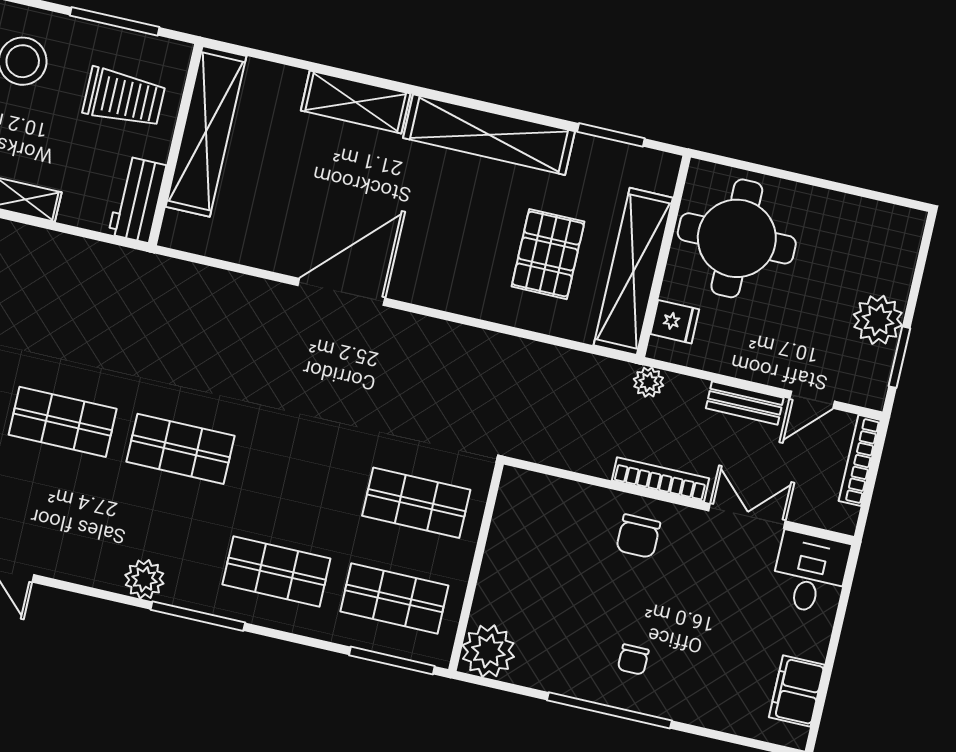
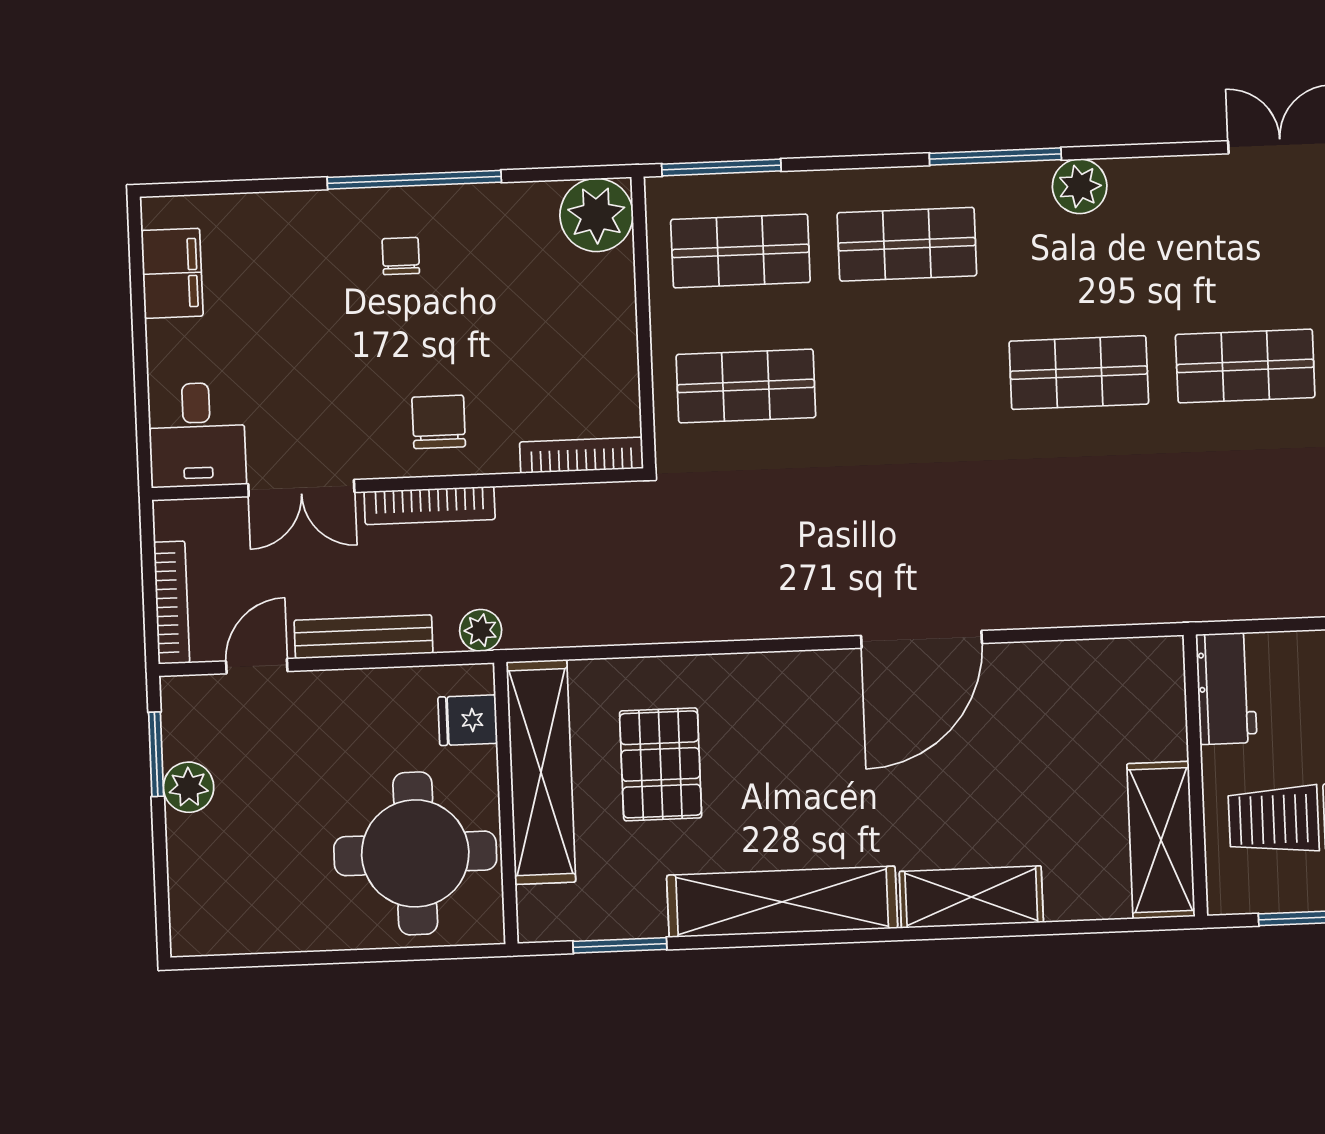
shelving: (206, 131) -> (1161, 840), width x0.68
plant: (878, 320) -> (189, 787), width x0.73, depth x0.73
bench: (745, 403) -> (363, 637), width x1.36
bookcase: (545, 486) -> (581, 455), added

